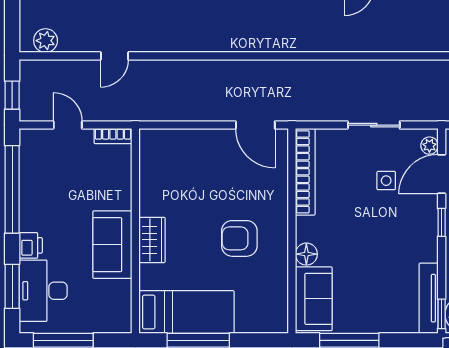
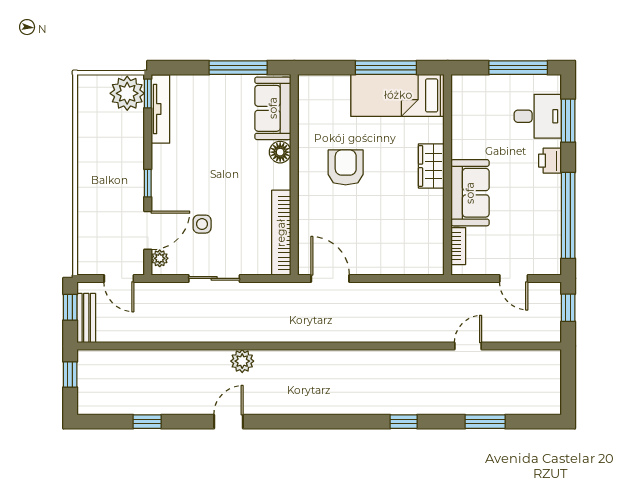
plant: (46, 41) -> (242, 361), moved
bookcase: (113, 136) -> (458, 246), moved, turned 90
armchair: (239, 238) -> (346, 167), turned -90
sofa: (112, 245) -> (470, 193), moved
desk: (43, 291) -> (538, 116), width x0.73

